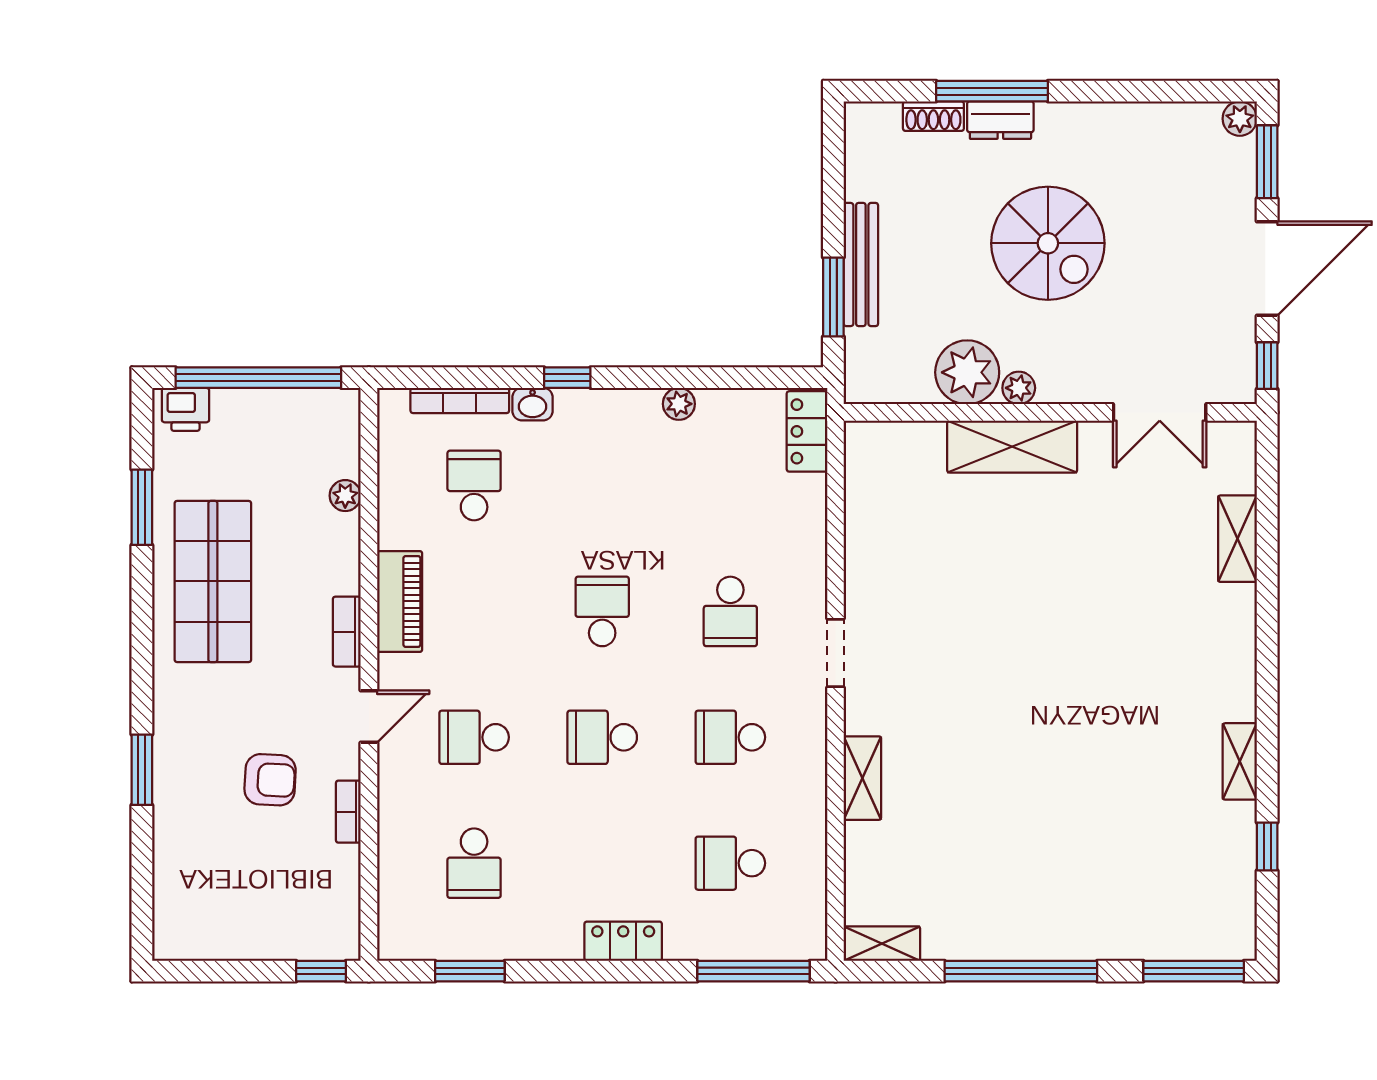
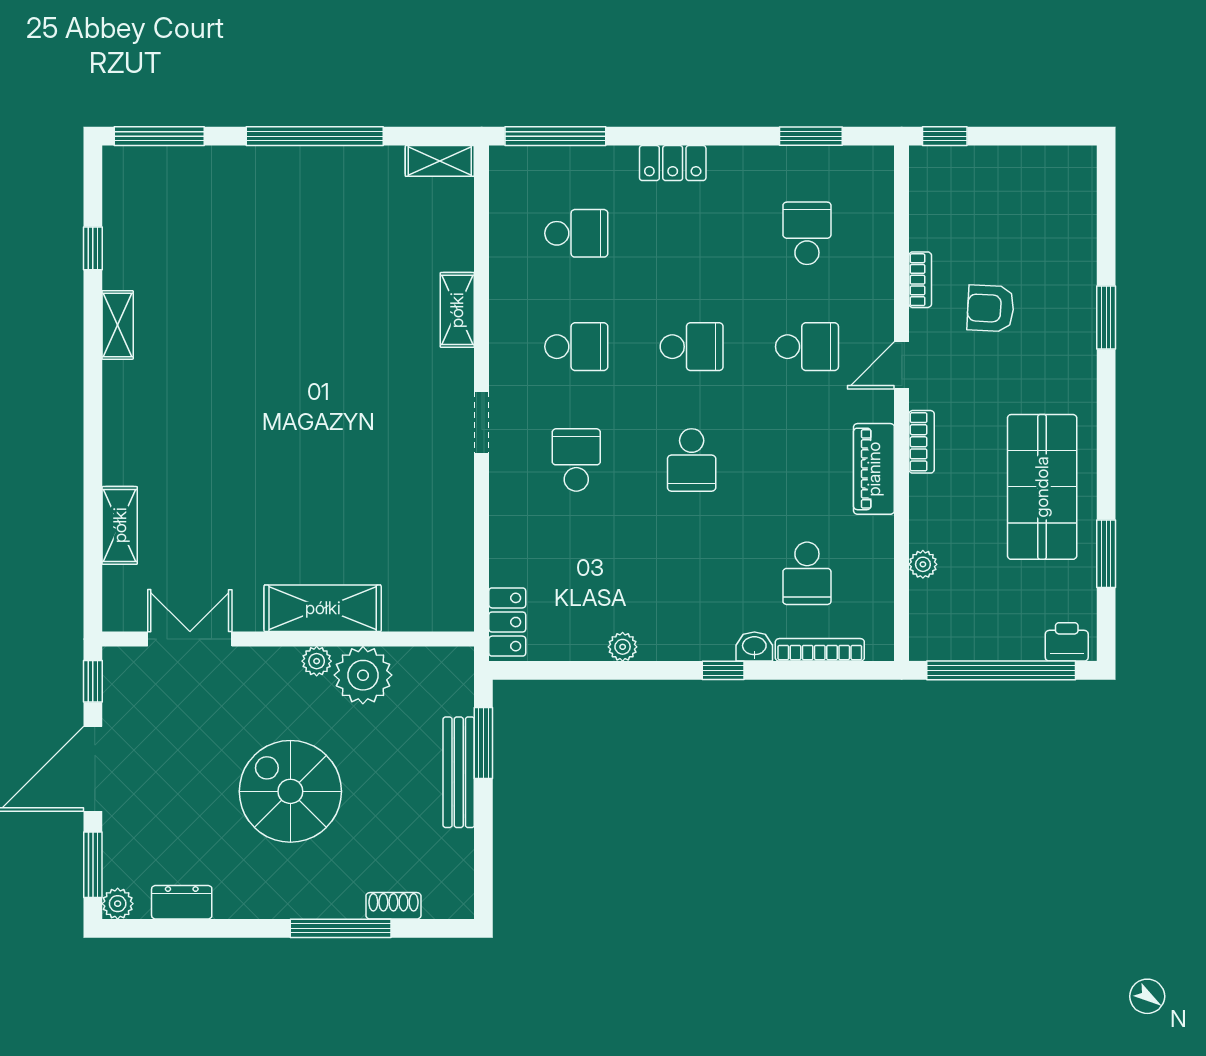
dresser: (1000, 120) -> (182, 902), moved

